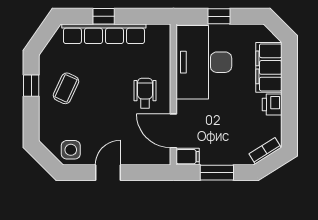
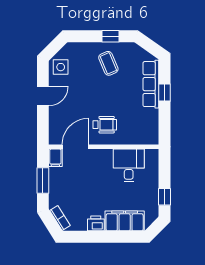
window: (219, 16) -> (164, 197), moved
row of seats: (104, 34) -> (151, 84), width x0.73
desk: (204, 62) -> (129, 165), width x0.53, depth x0.77
coffee table: (66, 88) -> (108, 63), turned 42
door: (108, 173) -> (43, 96), hinge flipped

